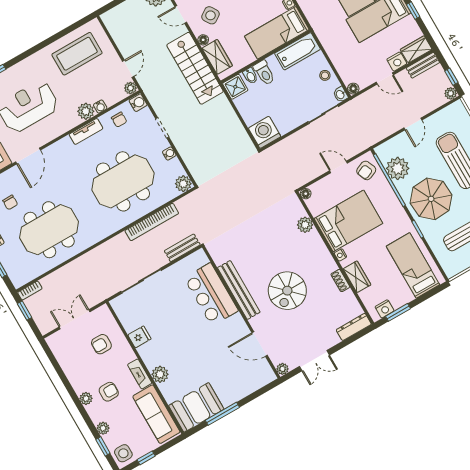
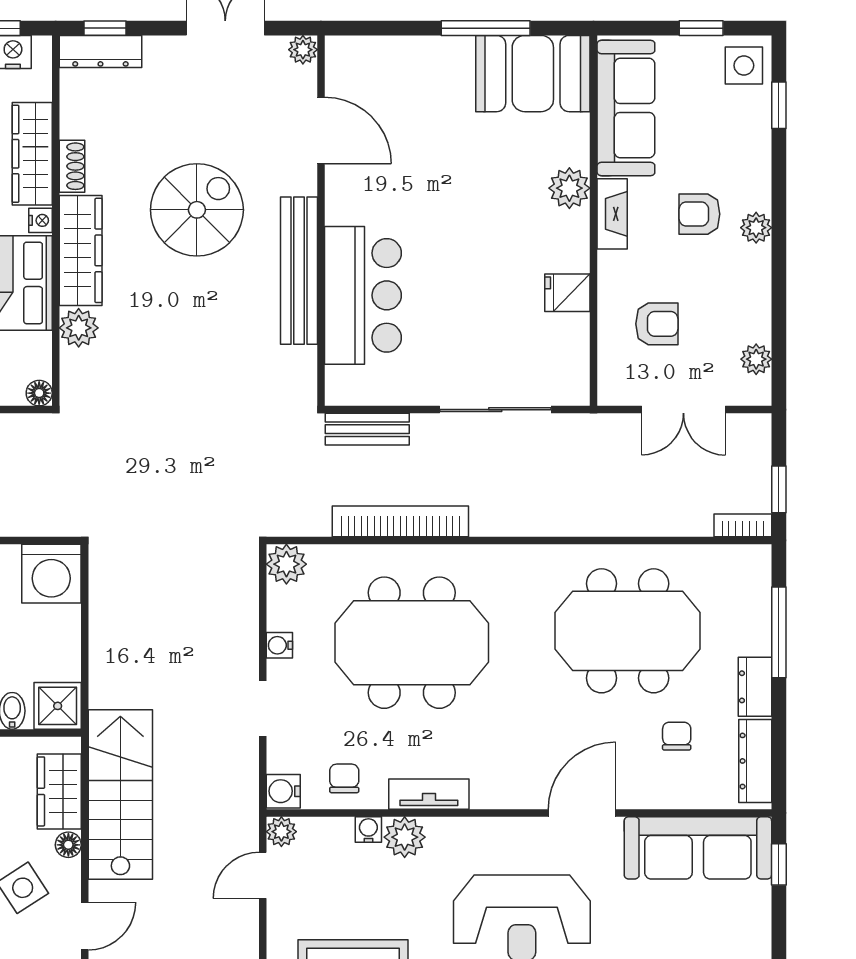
door: (181, 14) -> (85, 926), hinge flipped
wardrobe: (320, 253) -> (81, 250), added
wardrobe: (357, 277) -> (32, 154), width x1.50
window: (357, 336) -> (105, 28), added
plant: (103, 428) -> (756, 359), moved

